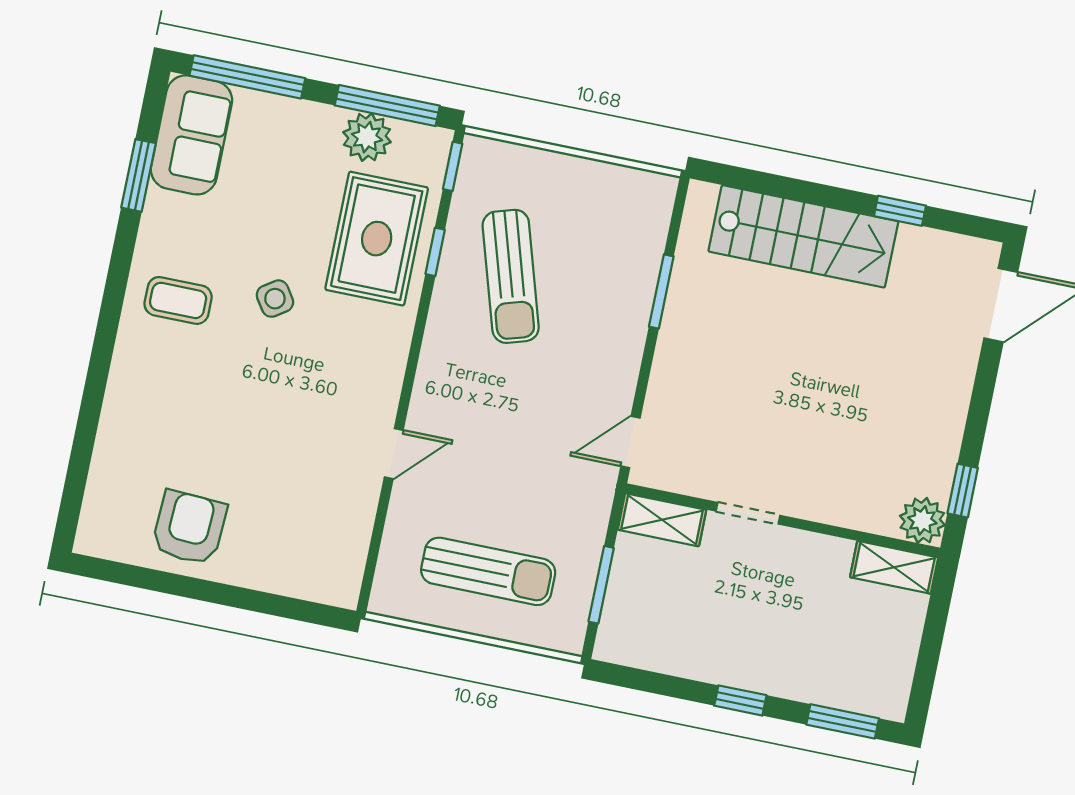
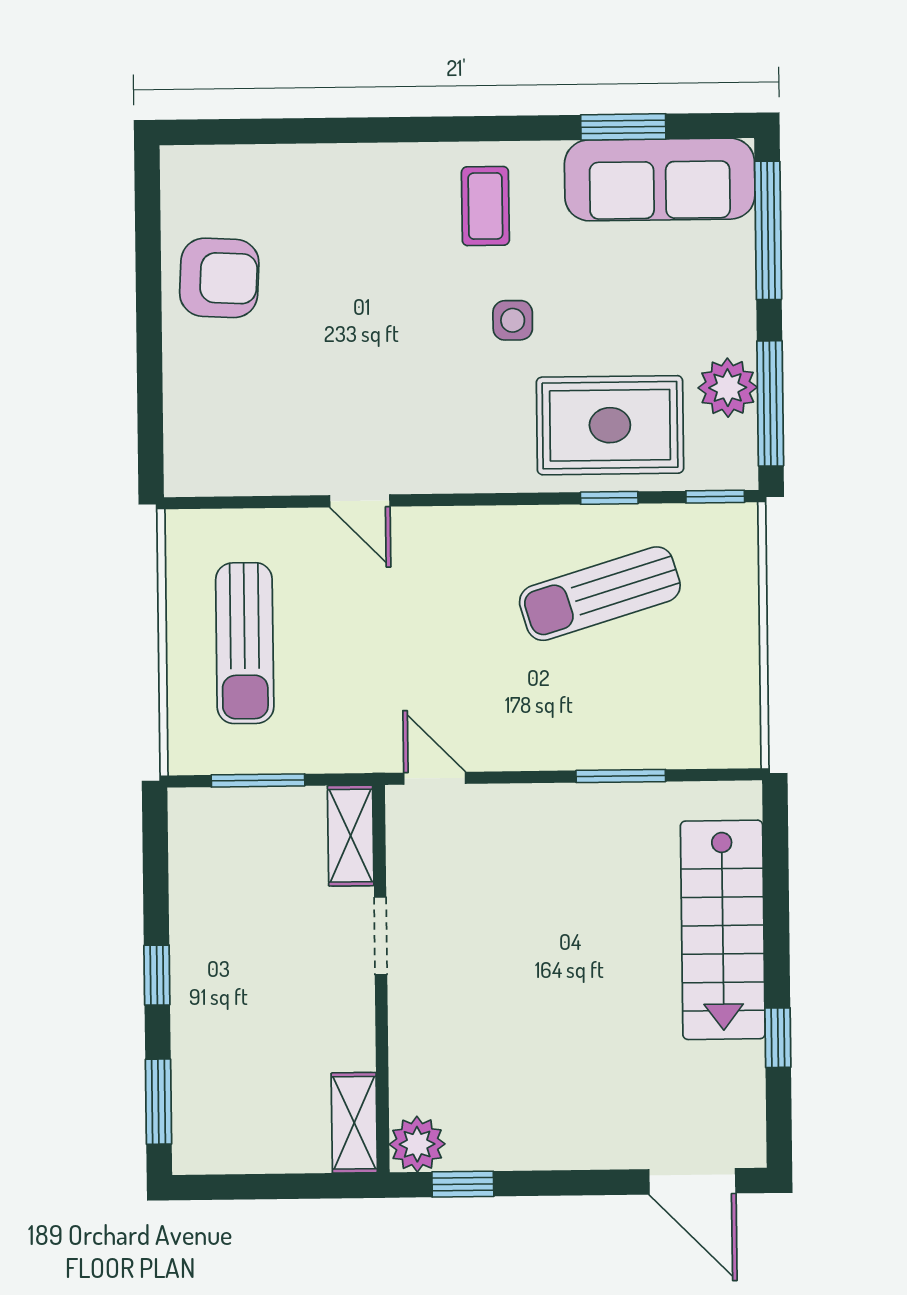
sofa: (191, 135) -> (660, 179), width x1.36
side table: (275, 299) -> (513, 320), turned 34

